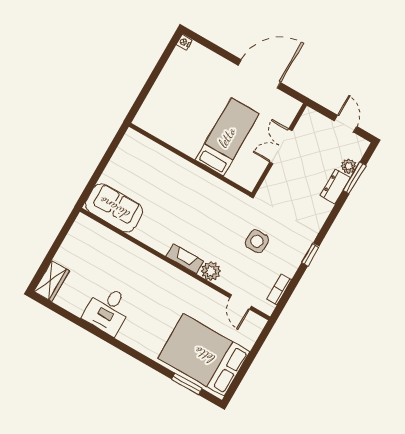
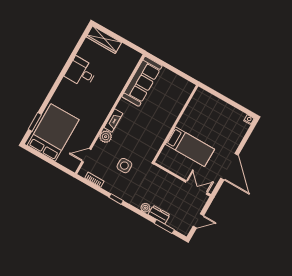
double door: (281, 146) -> (196, 187), moved
plant: (349, 166) -> (145, 208), moved
sofa: (114, 208) -> (142, 81), width x1.36
wardrobe: (52, 281) -> (104, 40), width x1.50

